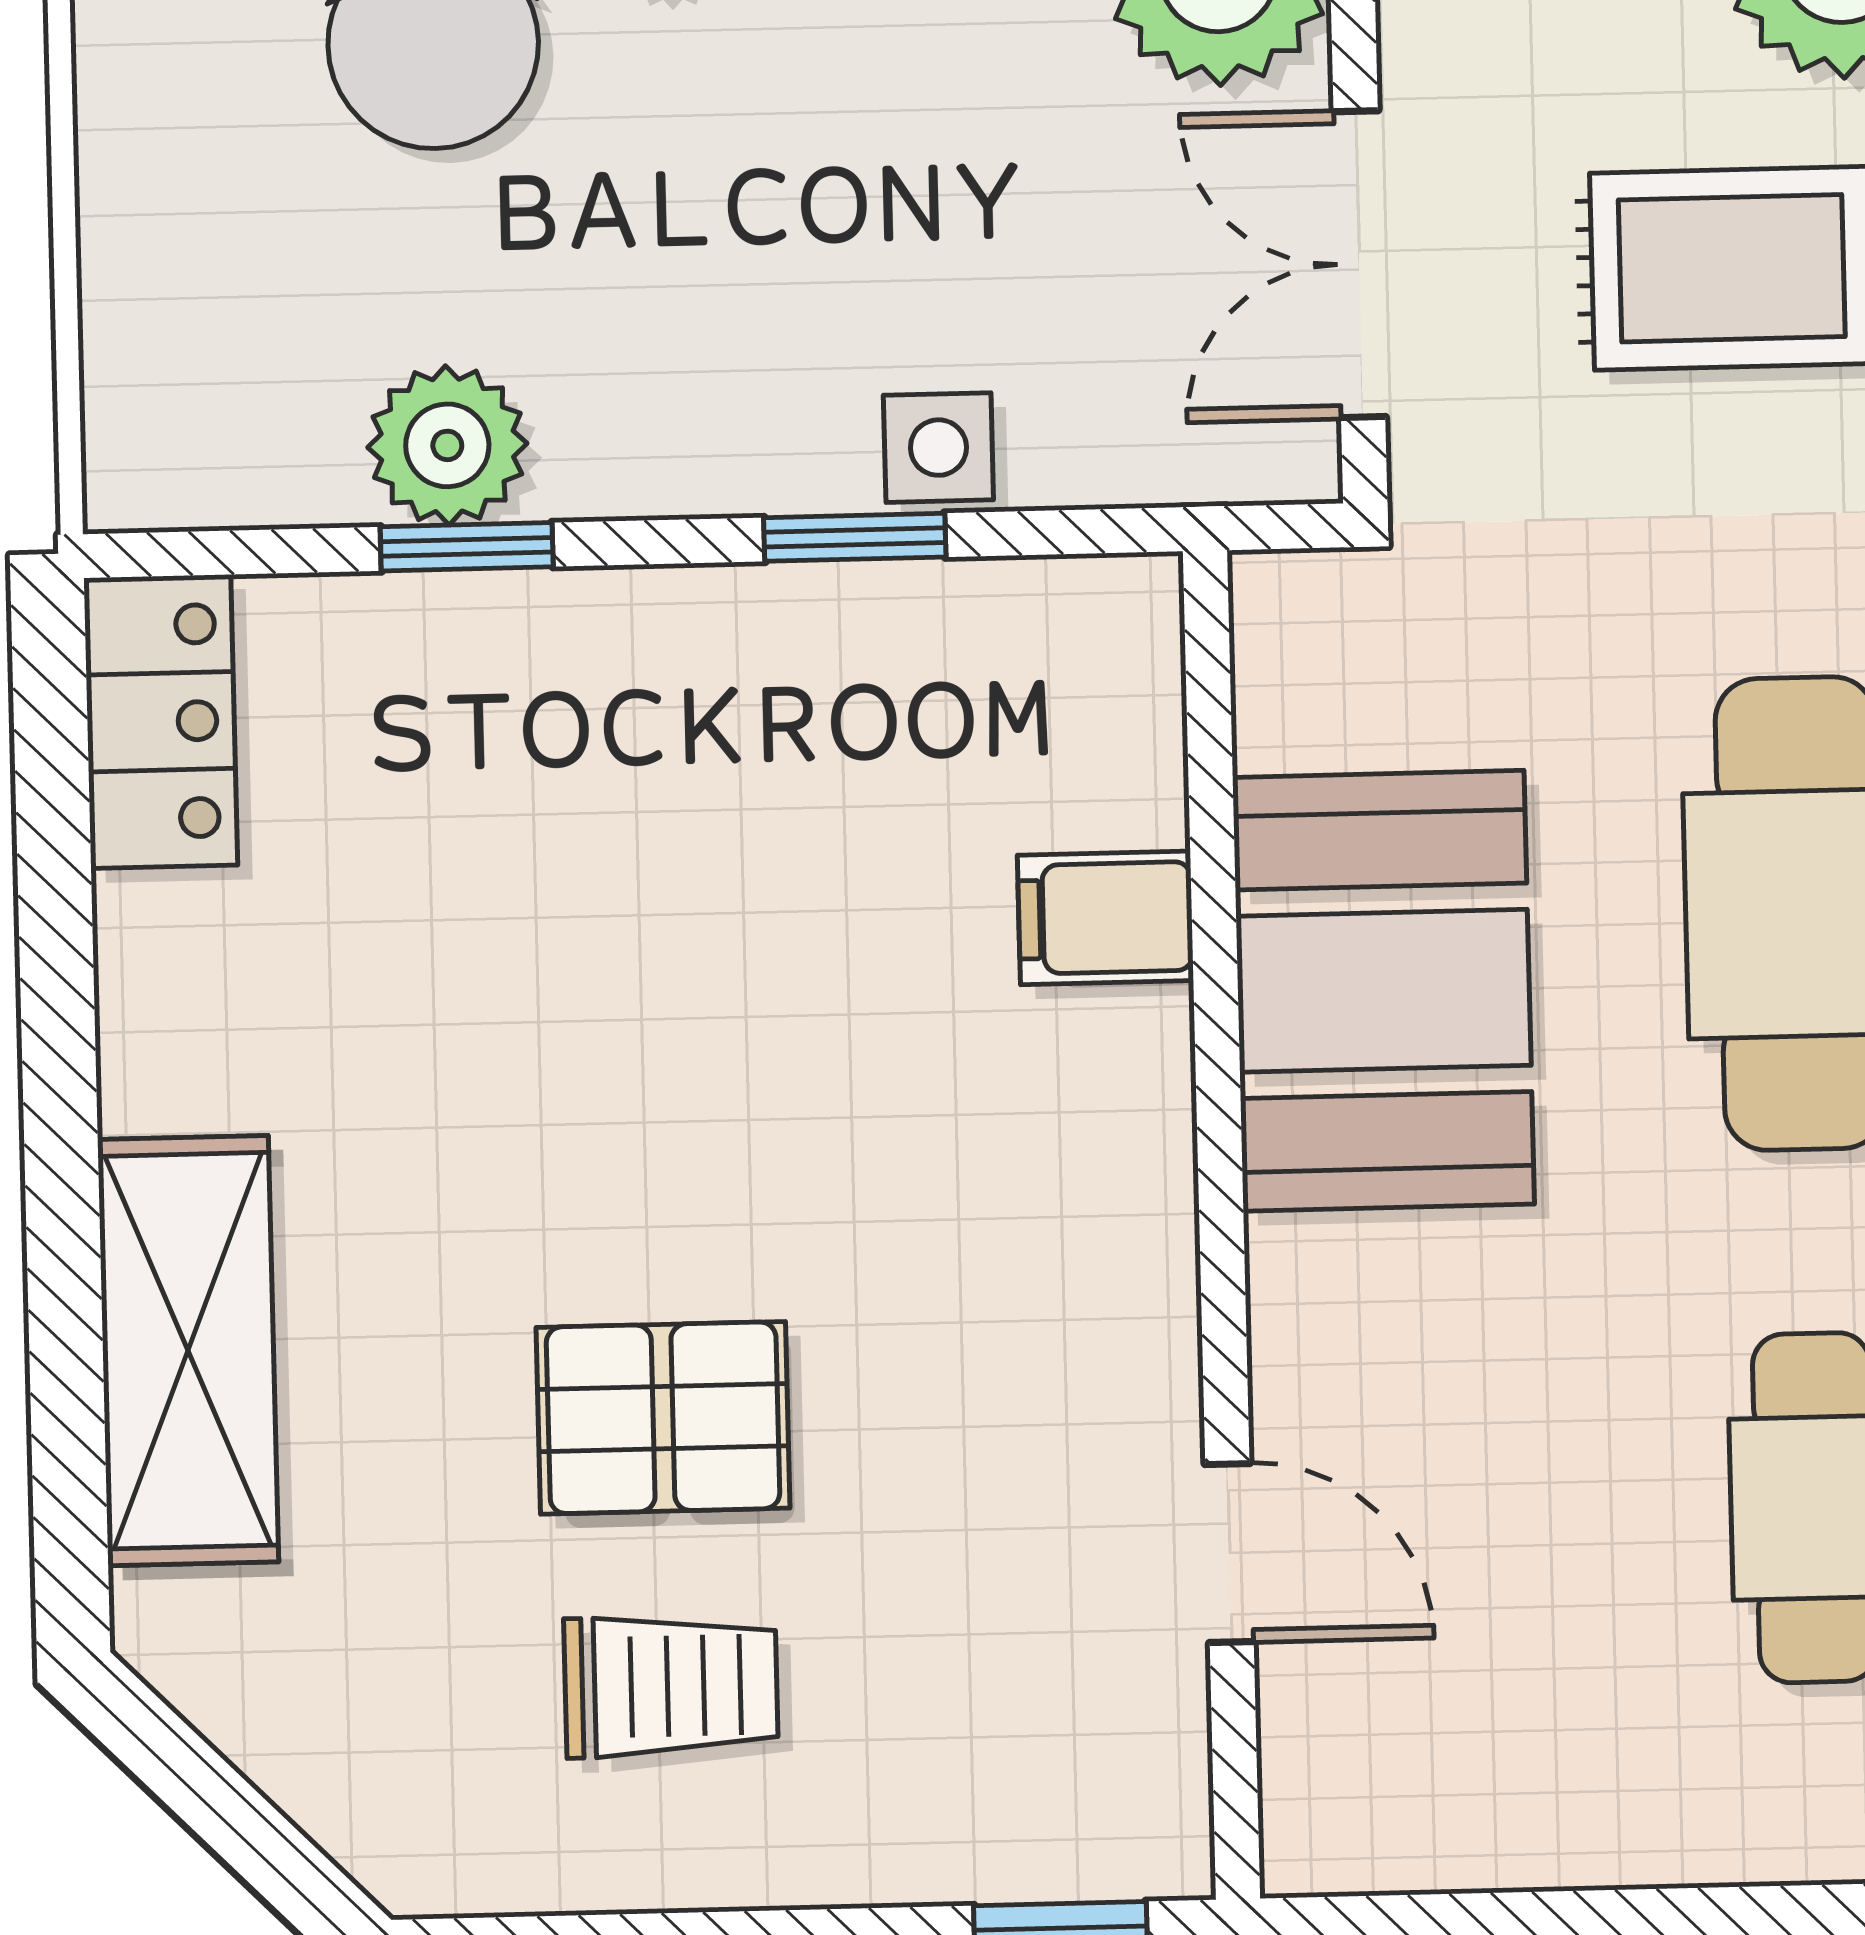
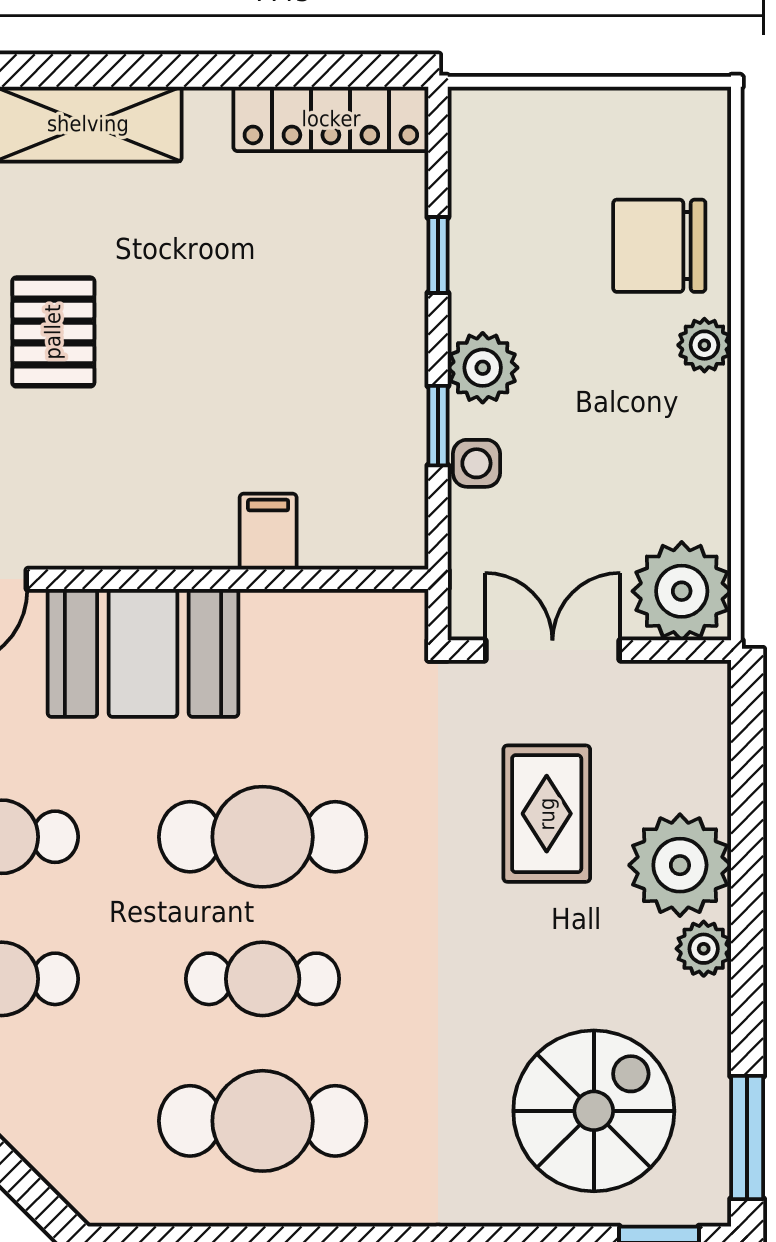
plant: (447, 445) -> (483, 368), moved
locker: (161, 722) -> (331, 119), width x1.53
booth: (1383, 991) -> (143, 653), moved

